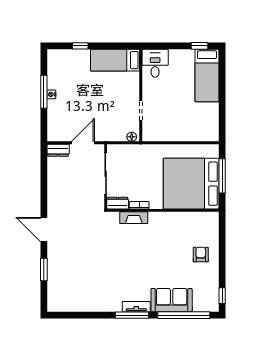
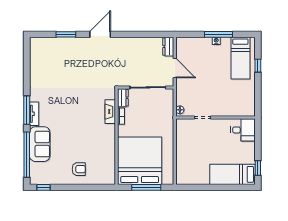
bed: (115, 60) -> (240, 58), moved, turned 180

